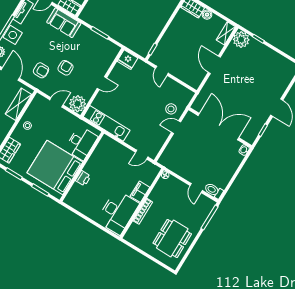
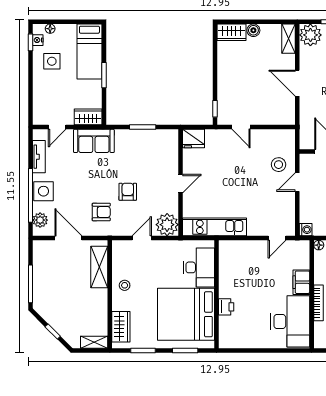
washing machine: (163, 160) -> (306, 230), added

